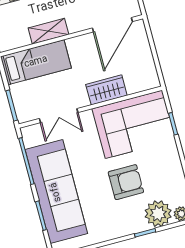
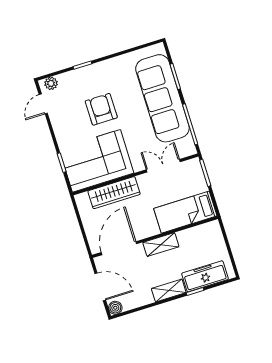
shelving: (48, 31) -> (161, 245), moved
wardrobe: (106, 90) -> (114, 193), width x1.50
armchair: (126, 182) -> (101, 109), turned 90
plant: (158, 214) -> (71, 83), removed

